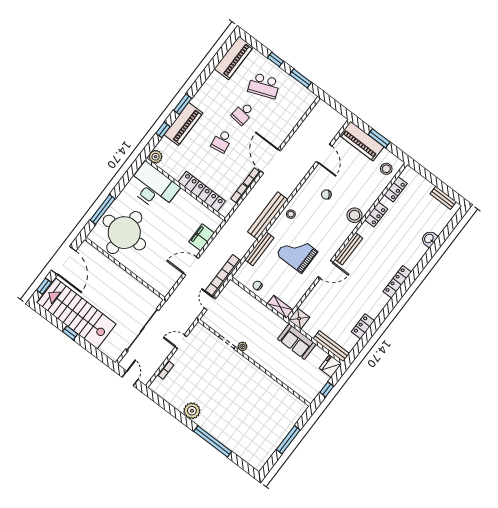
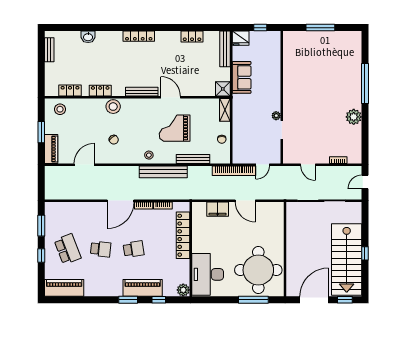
piano: (362, 141) -> (51, 149), width x0.73, depth x0.75
grand piano: (297, 253) -> (175, 128), turned 90

